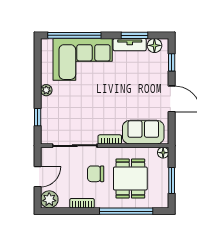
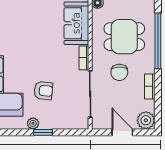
armchair: (78, 100) -> (43, 91), added
window: (38, 117) -> (43, 132), moved

